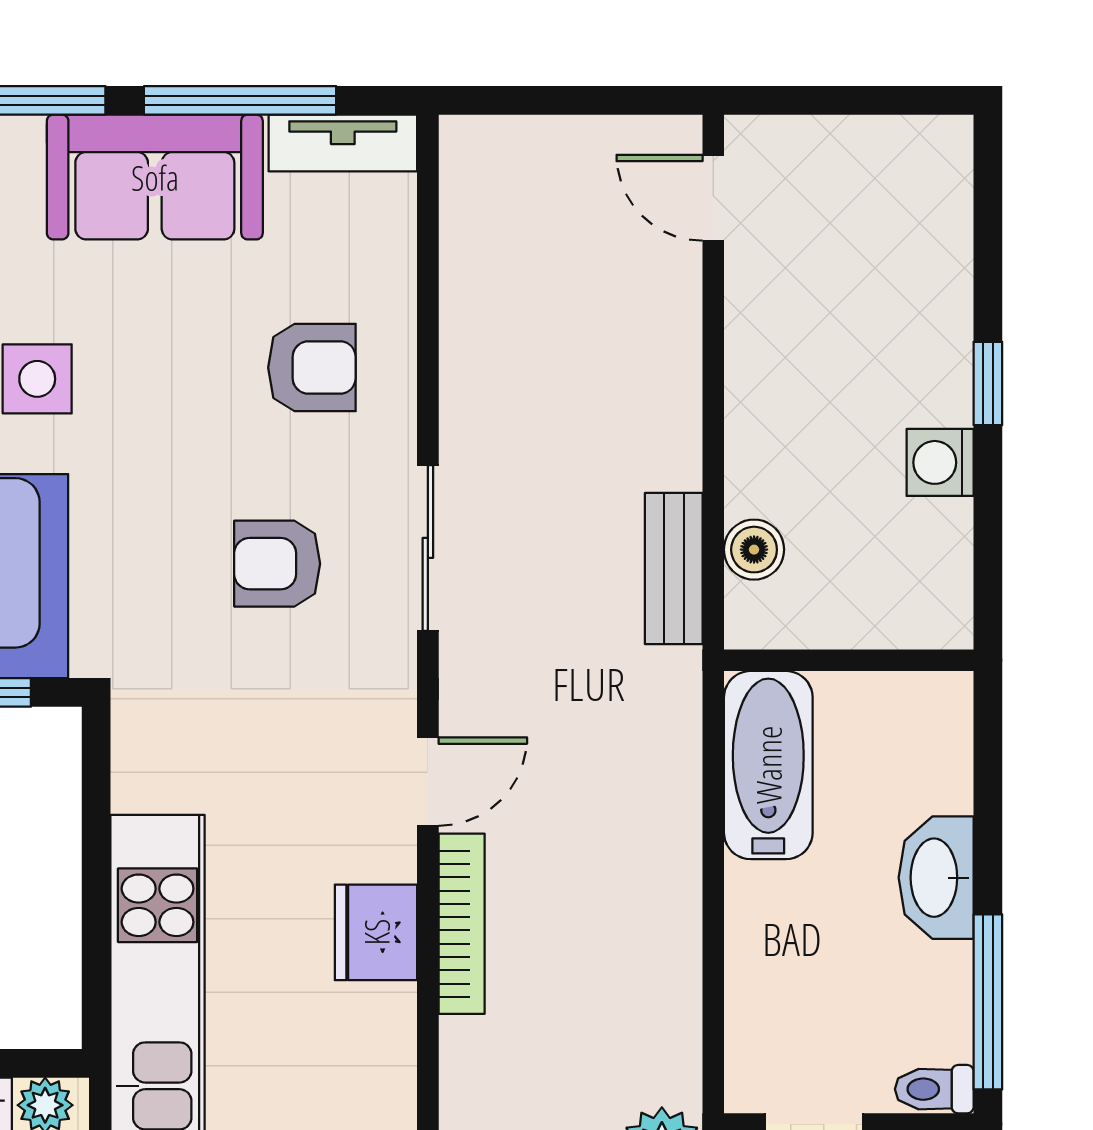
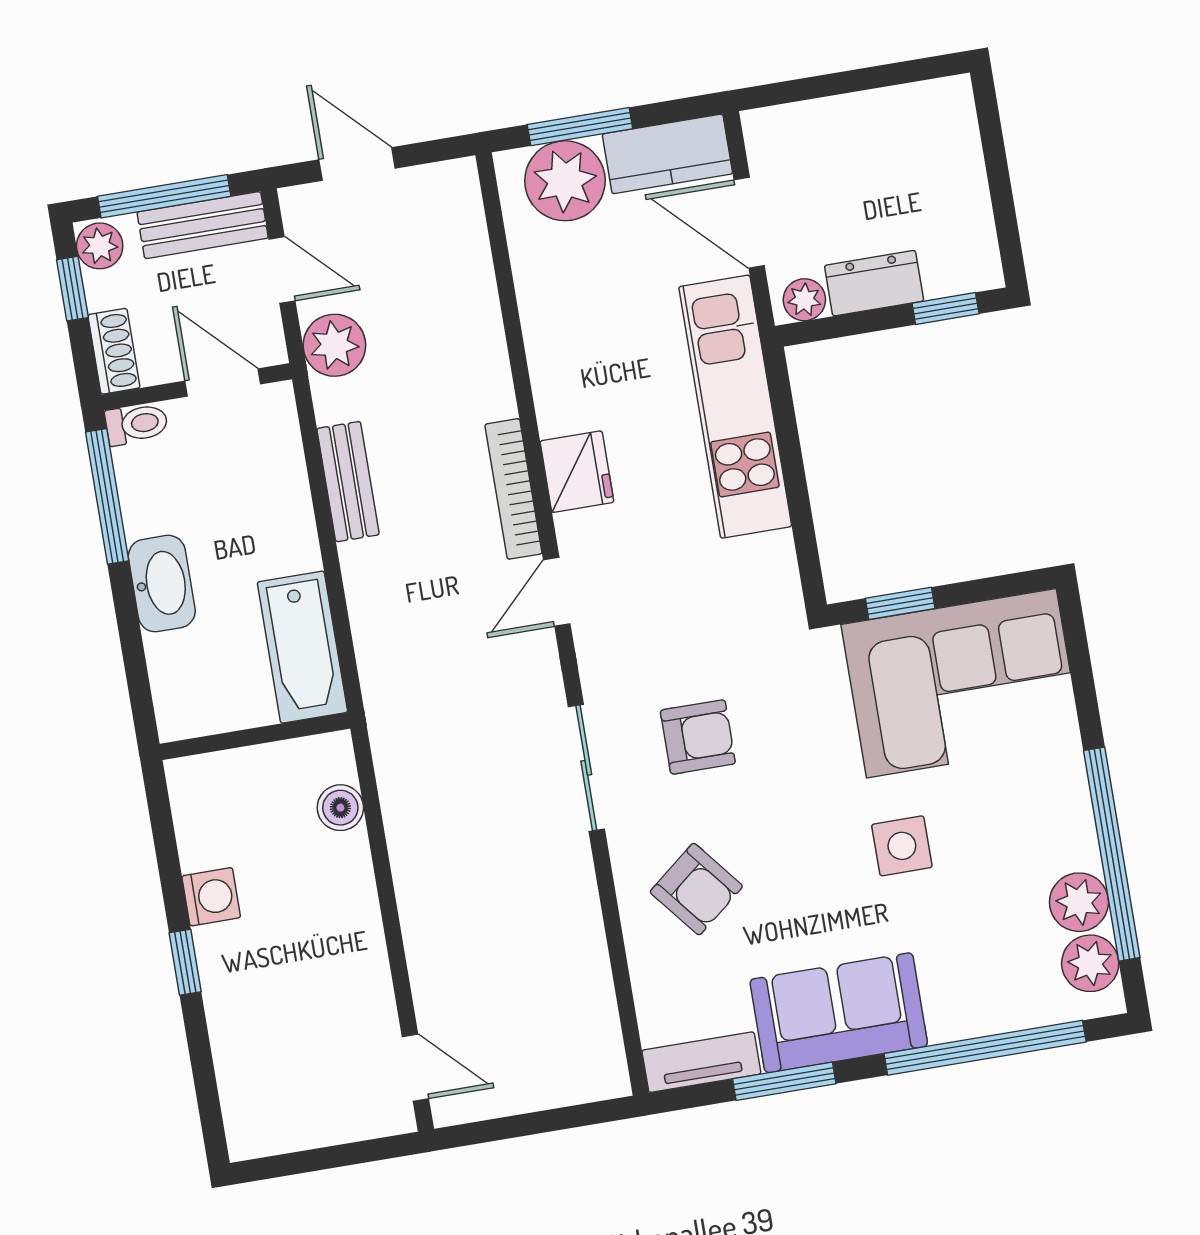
window: (240, 100) -> (784, 1081), width x0.69
armchair: (312, 368) -> (696, 889), turned -129
bench: (674, 569) -> (348, 482), moved

